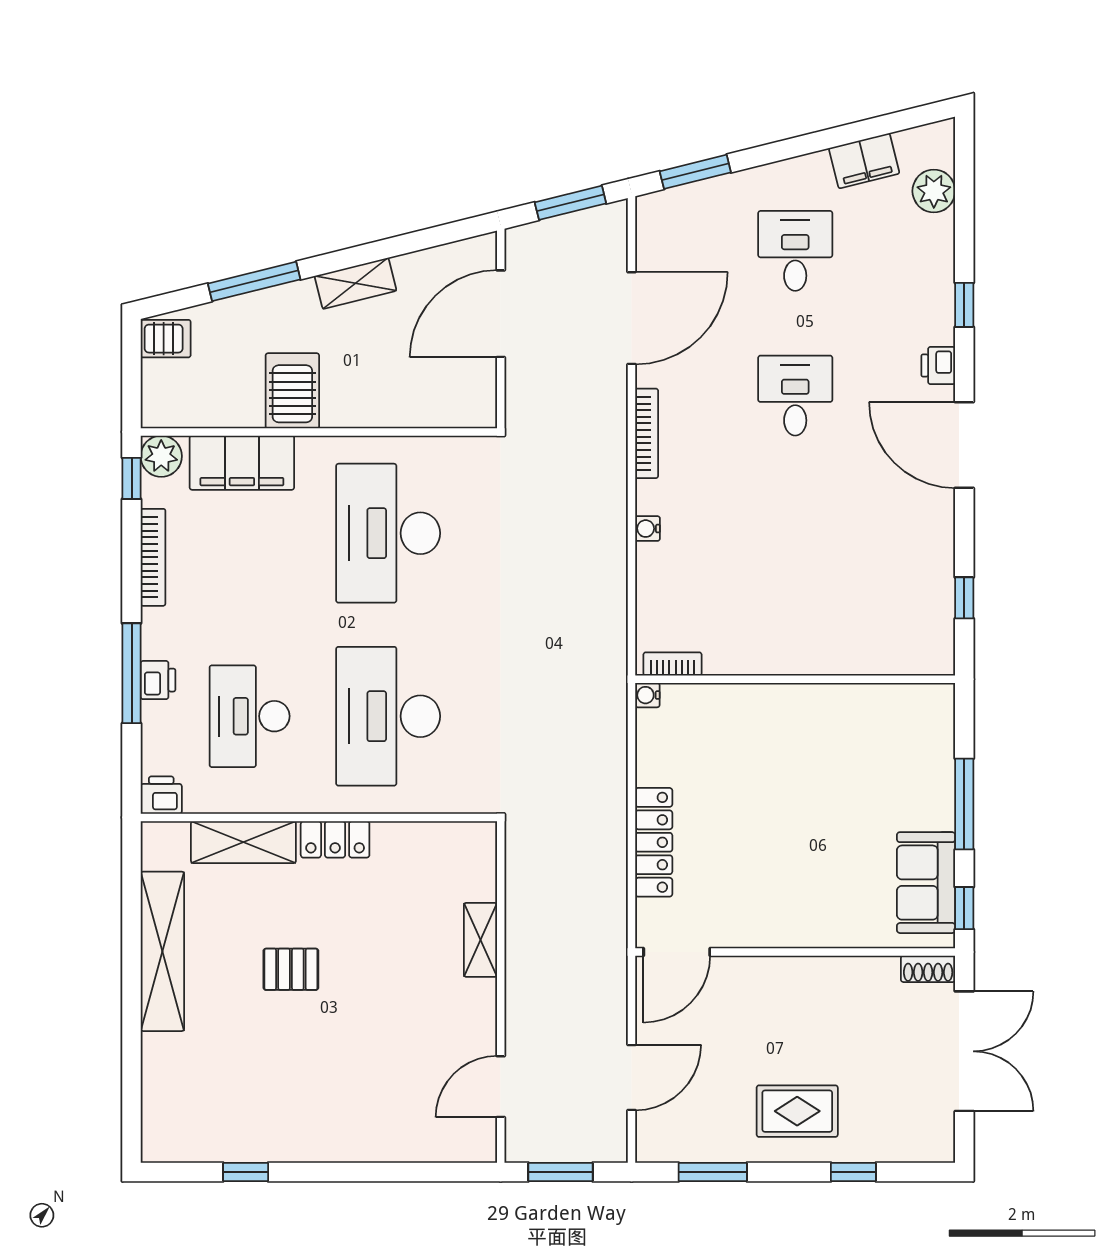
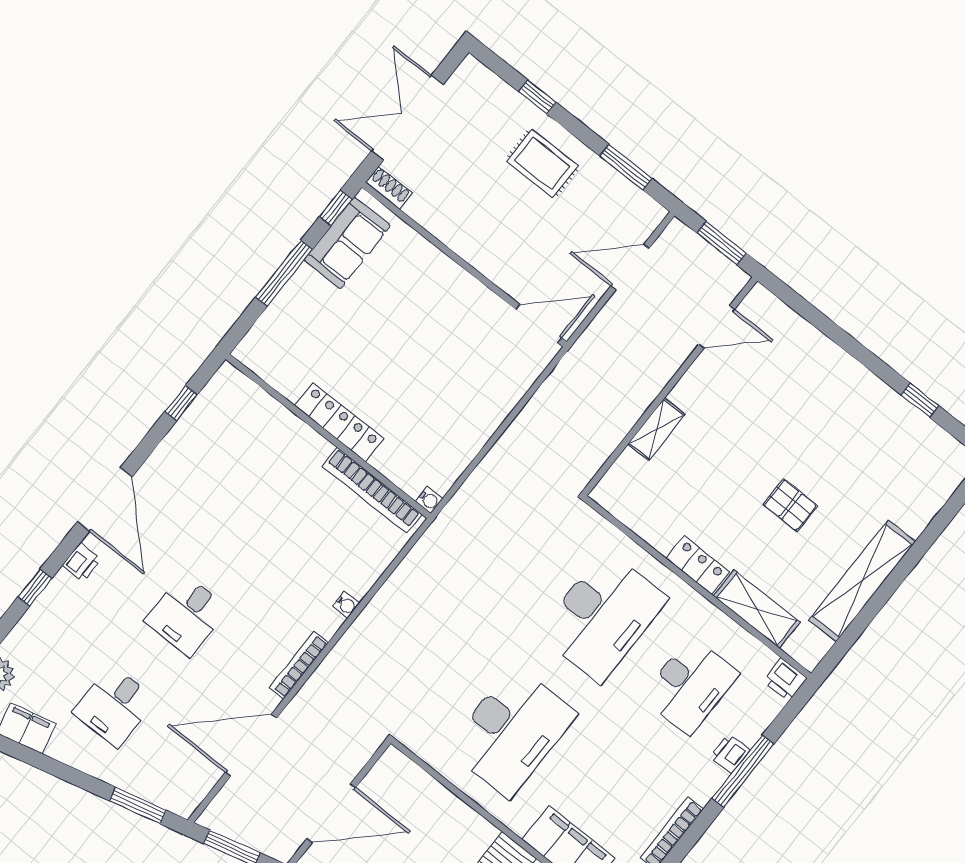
bookcase: (673, 664) -> (372, 490), width x2.31, depth x1.31
locker: (654, 842) -> (339, 422), moved, turned 90

